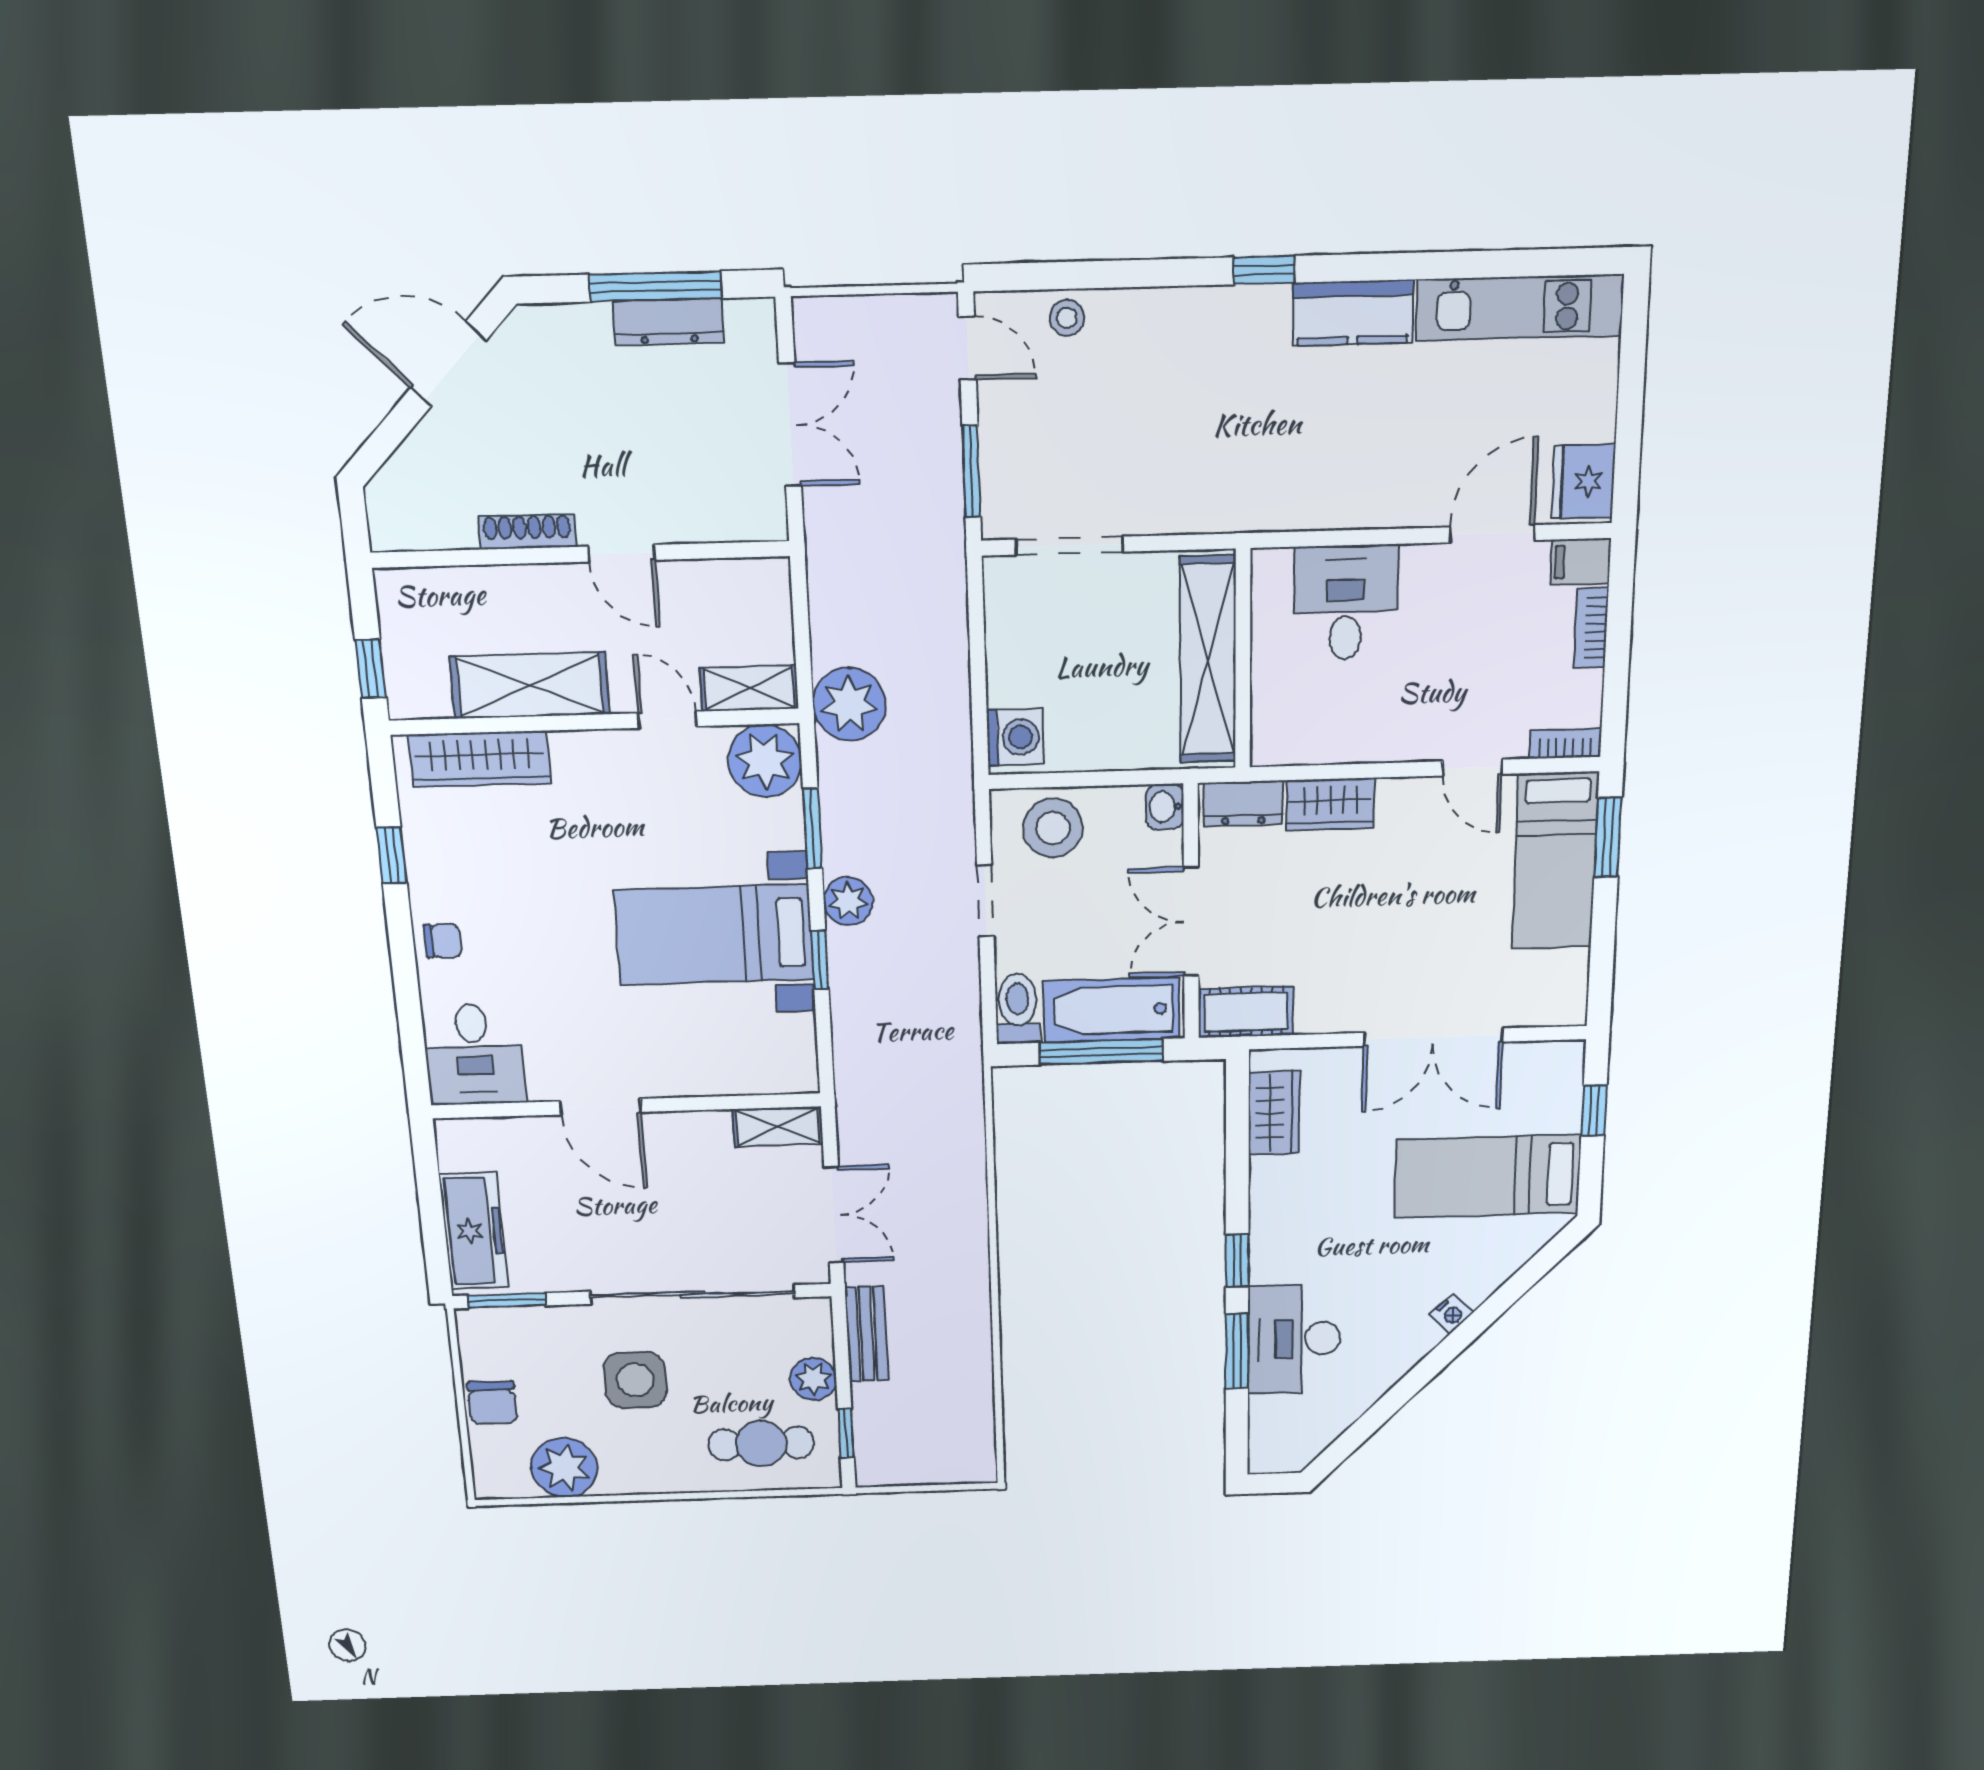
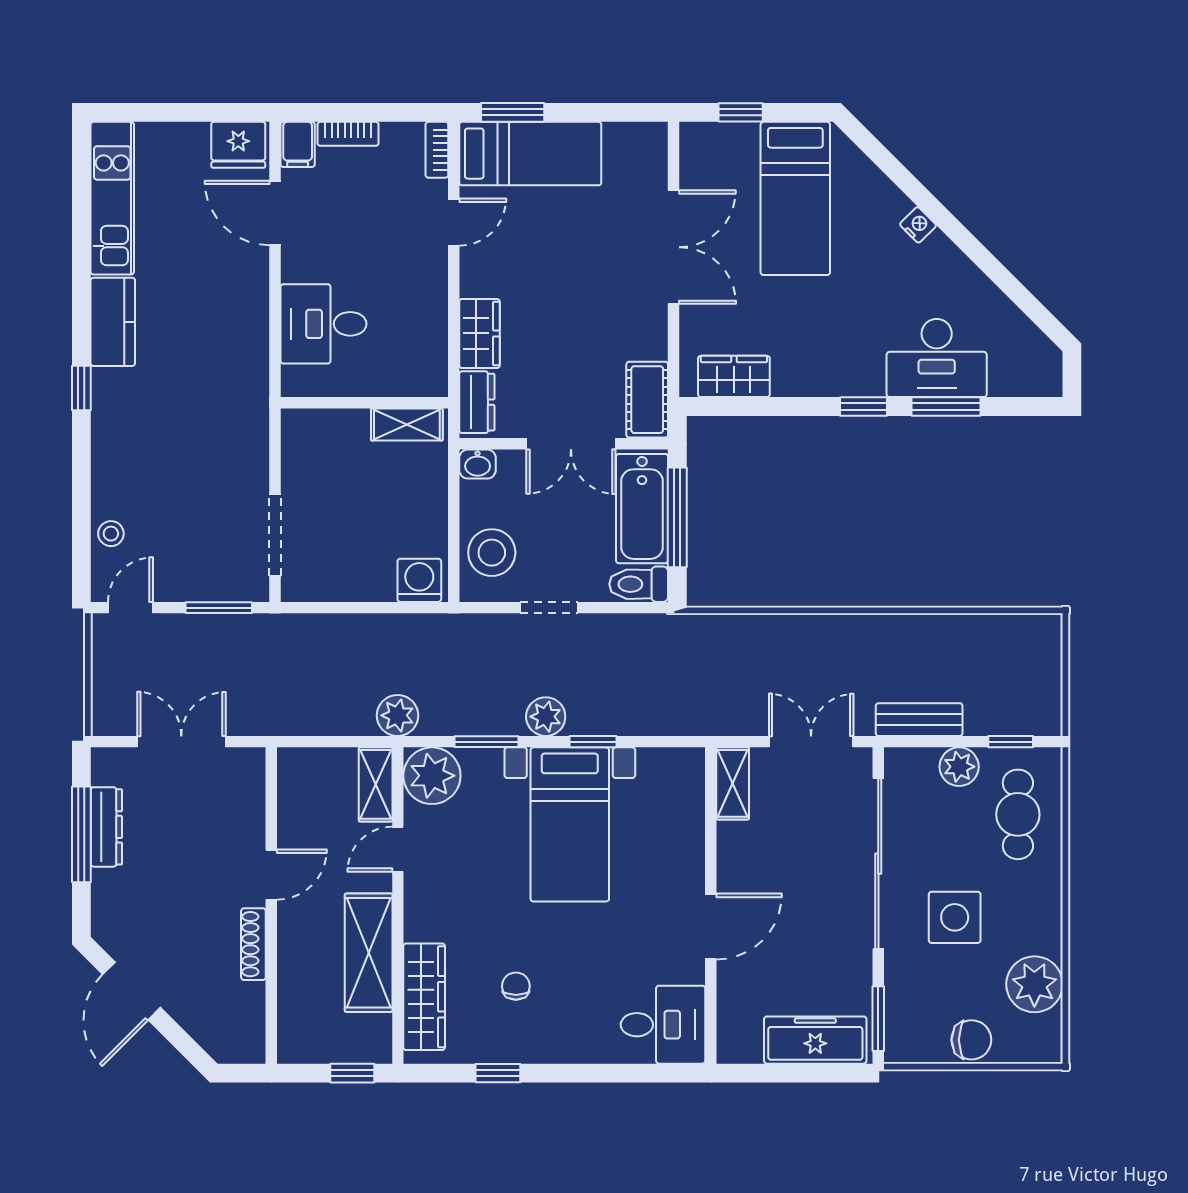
shelving: (1208, 660) -> (407, 425), width x0.45, depth x0.75
plant: (849, 704) -> (398, 715), width x0.73, depth x0.73
chair: (443, 941) -> (516, 986), moved

